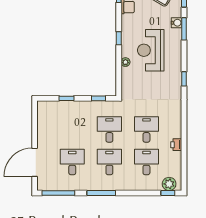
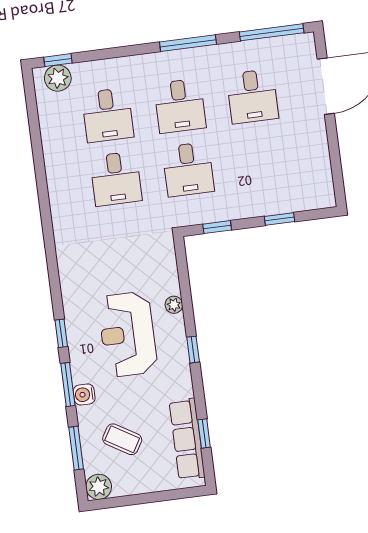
reception desk: (151, 50) -> (128, 334), turned 180
window: (184, 79) -> (61, 333), moved
printer: (176, 145) -> (54, 156), removed

